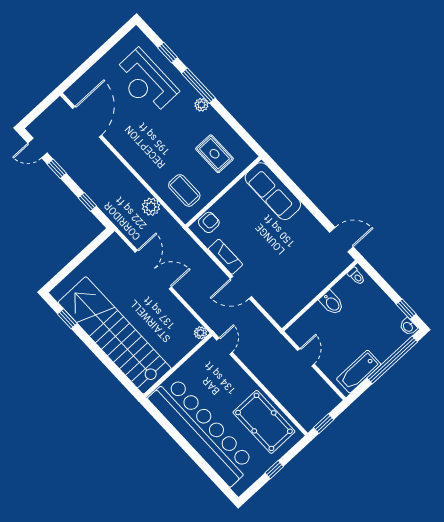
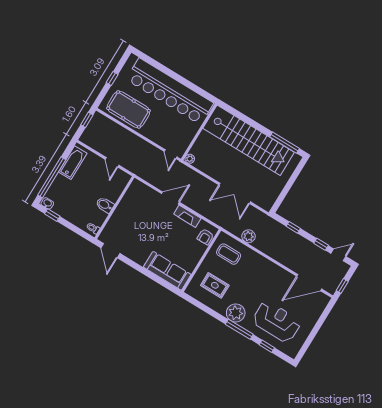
window: (44, 105) -> (342, 286), added
plant: (201, 105) -> (236, 313), width x1.88, depth x1.88
door: (87, 122) -> (309, 283), hinge flipped
door: (341, 240) -> (110, 251), hinge flipped
window: (67, 319) -> (285, 143), width x2.17

